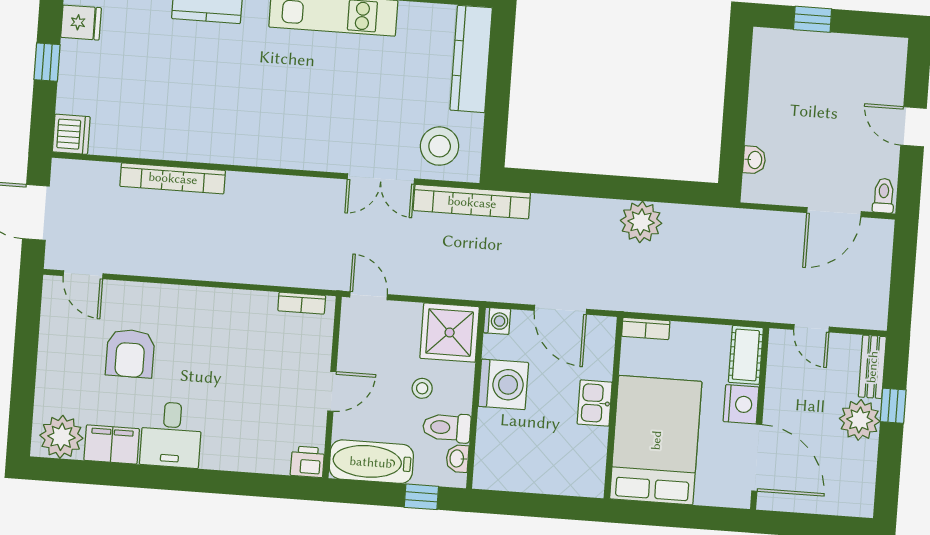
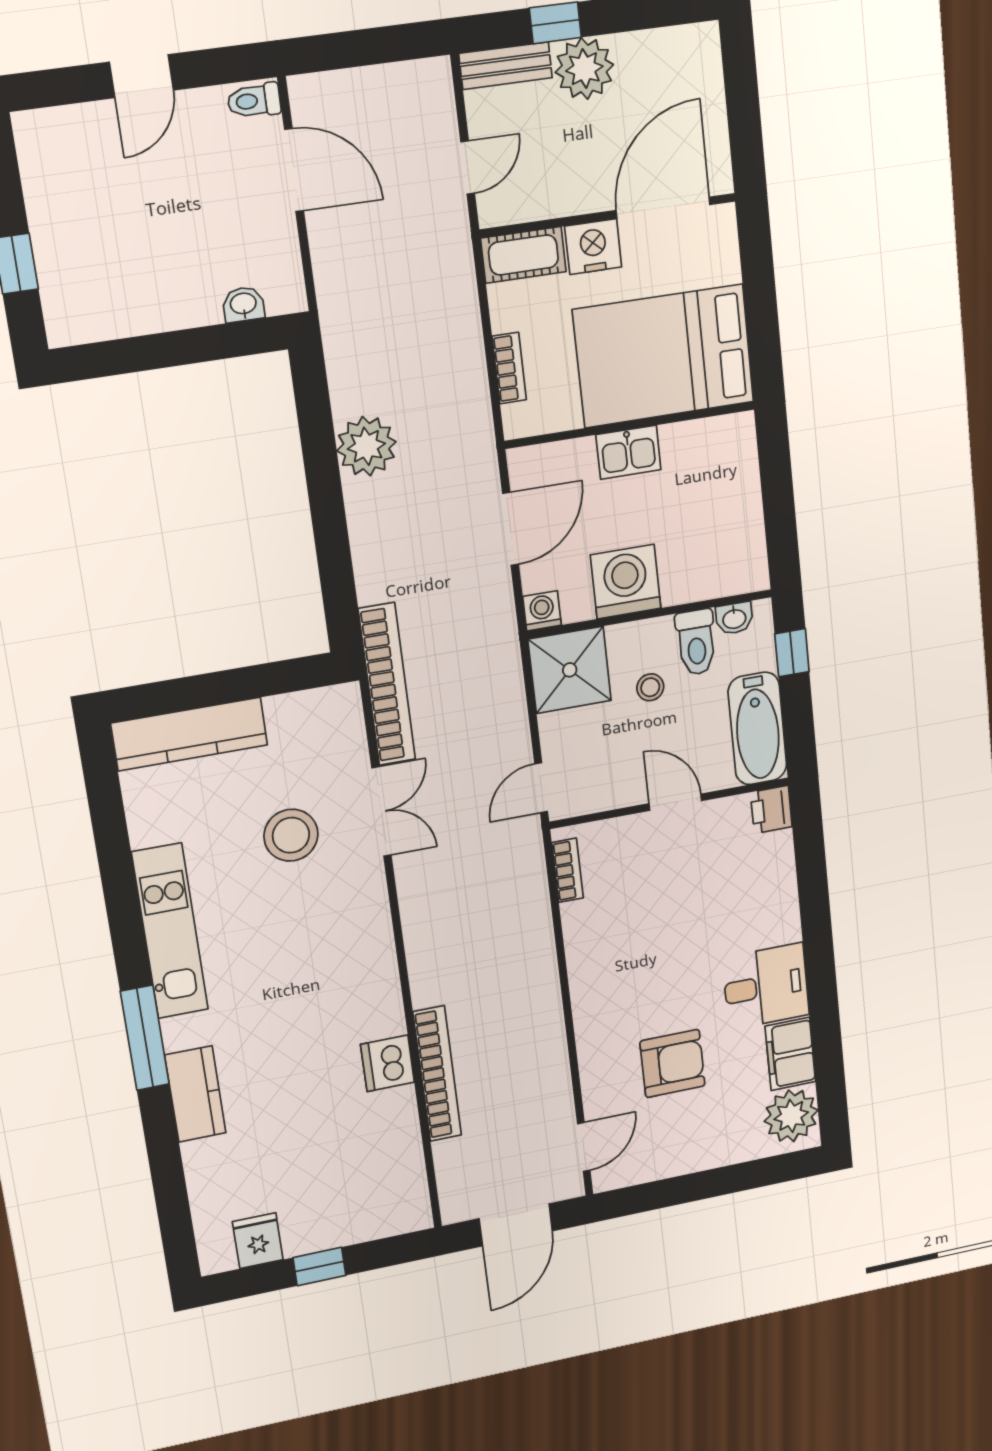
dishwasher: (71, 134) -> (388, 1063), moved, turned -90
stool: (440, 146) -> (291, 835), moved
bookcase: (646, 329) -> (509, 368), moved

